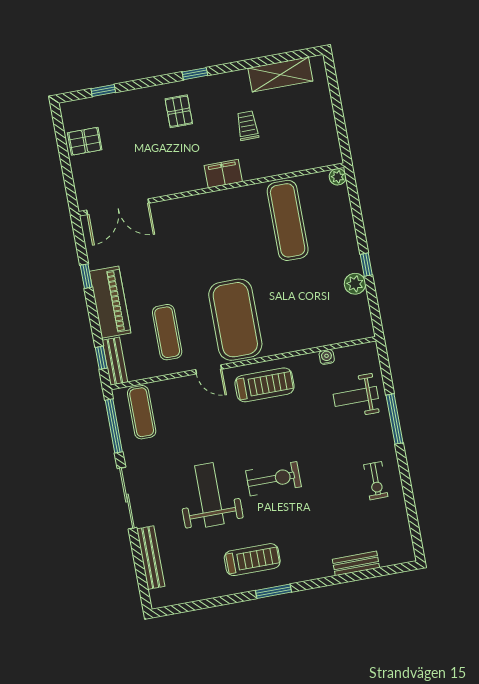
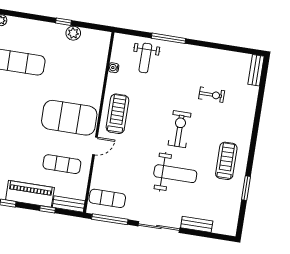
window: (101, 358) -> (47, 209), moved
exercise bike: (376, 481) -> (212, 95), moved
weight bench: (209, 495) -> (175, 174), turned 180
bench: (151, 558) -> (197, 224), width x0.73
bench: (356, 563) -> (256, 70), moved
window: (273, 591) -> (246, 188), moved

